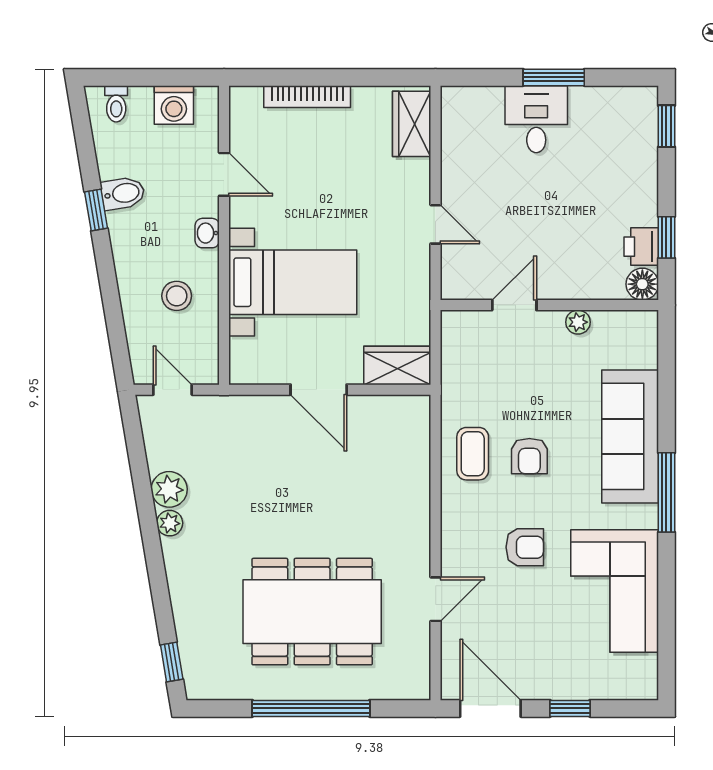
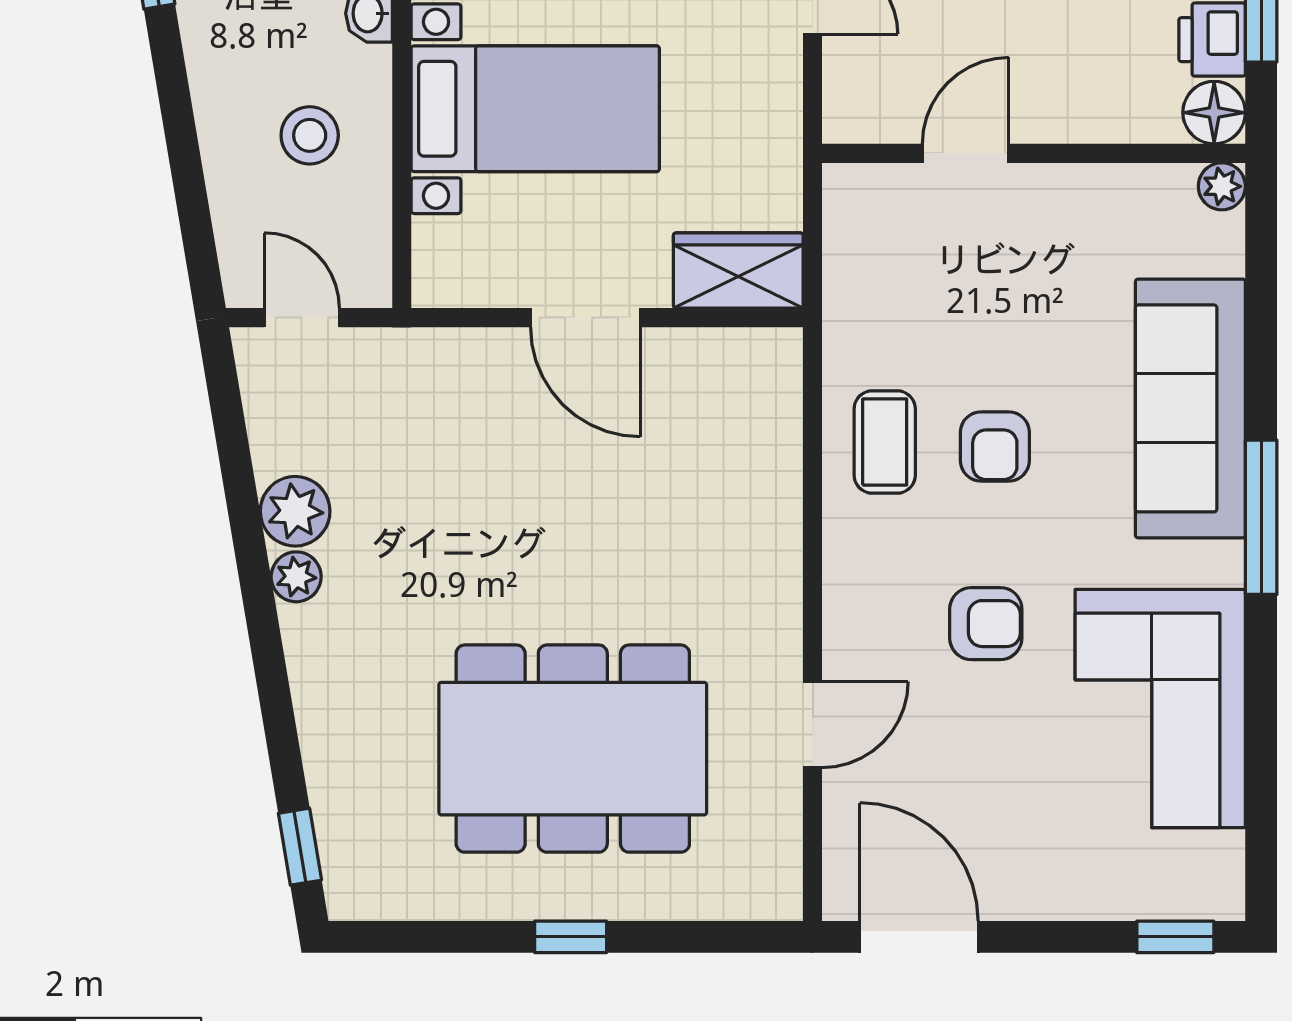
plant: (578, 322) -> (1222, 186), moved
window: (311, 708) -> (571, 937), width x0.32
window: (570, 708) -> (1175, 937), moved

